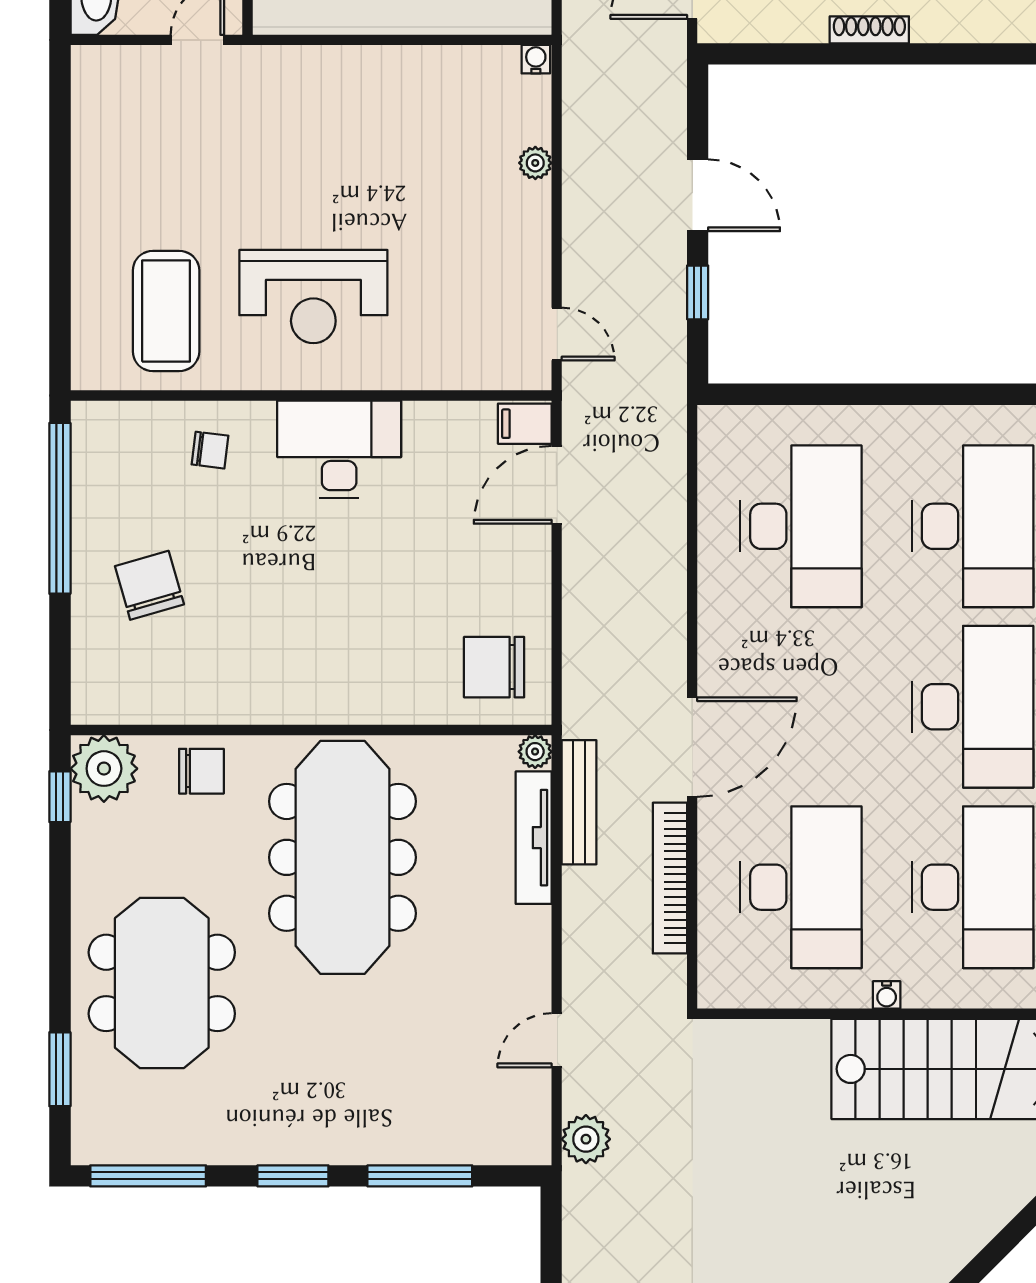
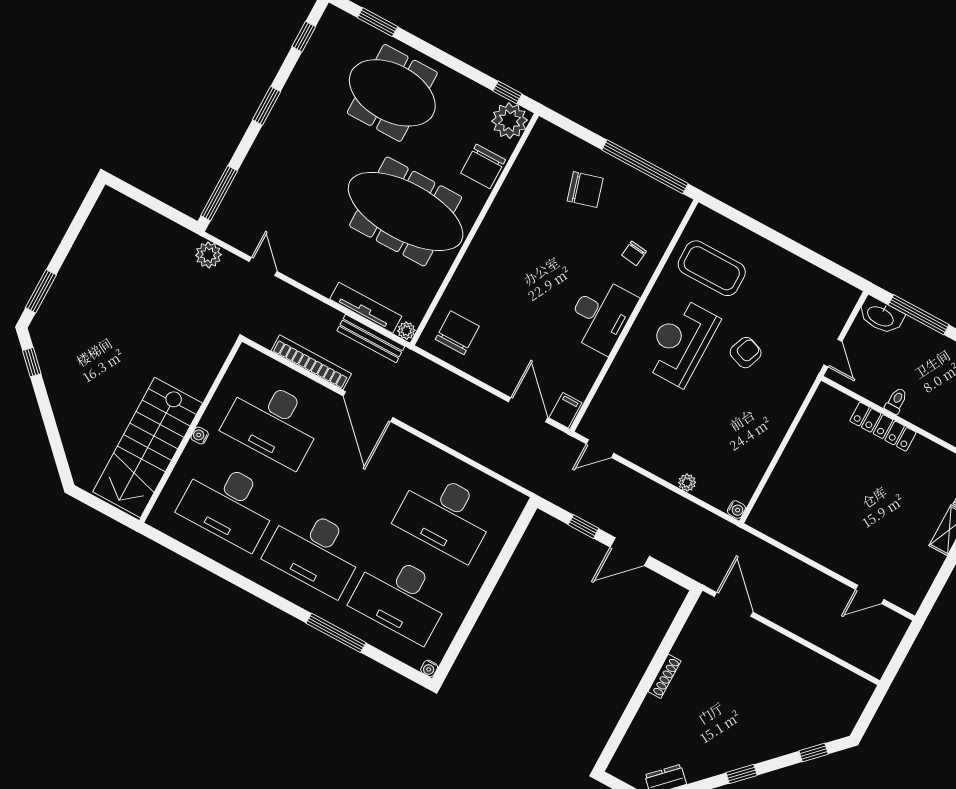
armchair: (273, 182) -> (746, 353), added
chair: (201, 771) -> (483, 166), width x1.37, depth x1.37
window: (148, 1176) -> (304, 37), width x0.46
window: (420, 1176) -> (219, 193), moved

